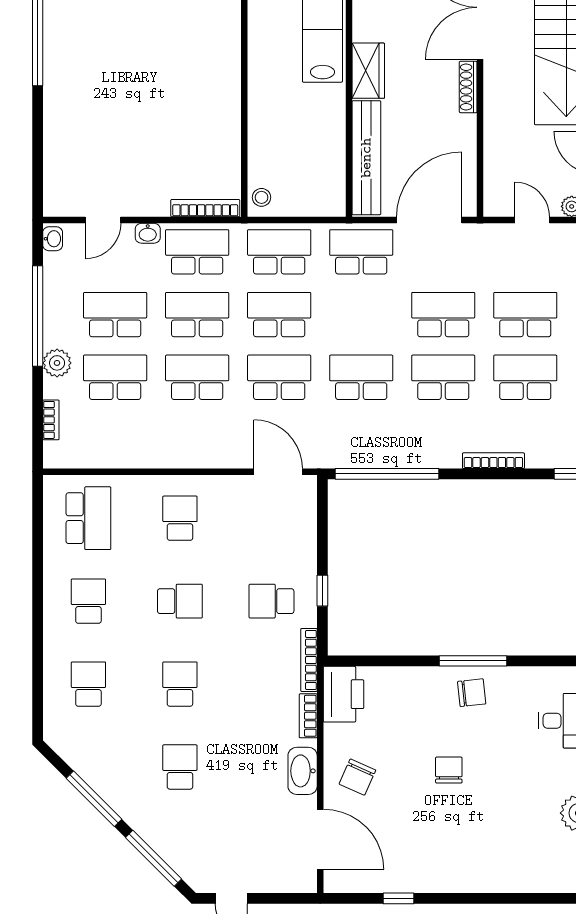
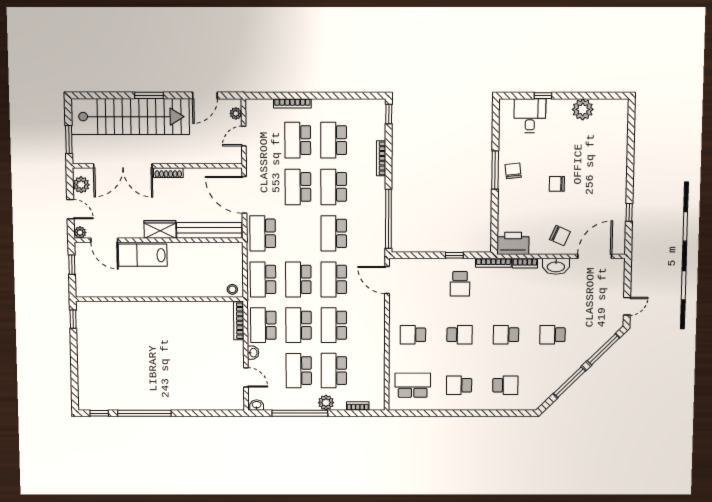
door: (278, 472) -> (387, 280), hinge flipped
school desk: (180, 601) -> (460, 335), turned 90
school desk: (88, 684) -> (505, 385), turned 180

